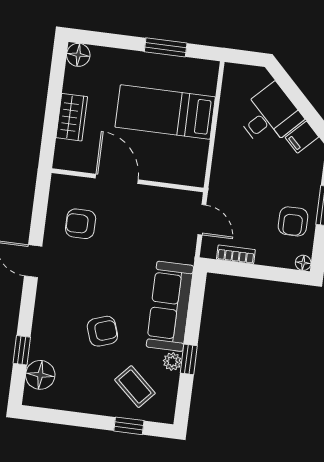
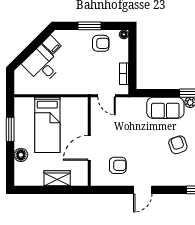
floor lamp: (78, 55) -> (21, 155), moved
door: (202, 220) -> (107, 96), swing flipped
armchair: (81, 224) -> (118, 165), turned -90
sofa: (170, 306) -> (165, 108), width x0.73

